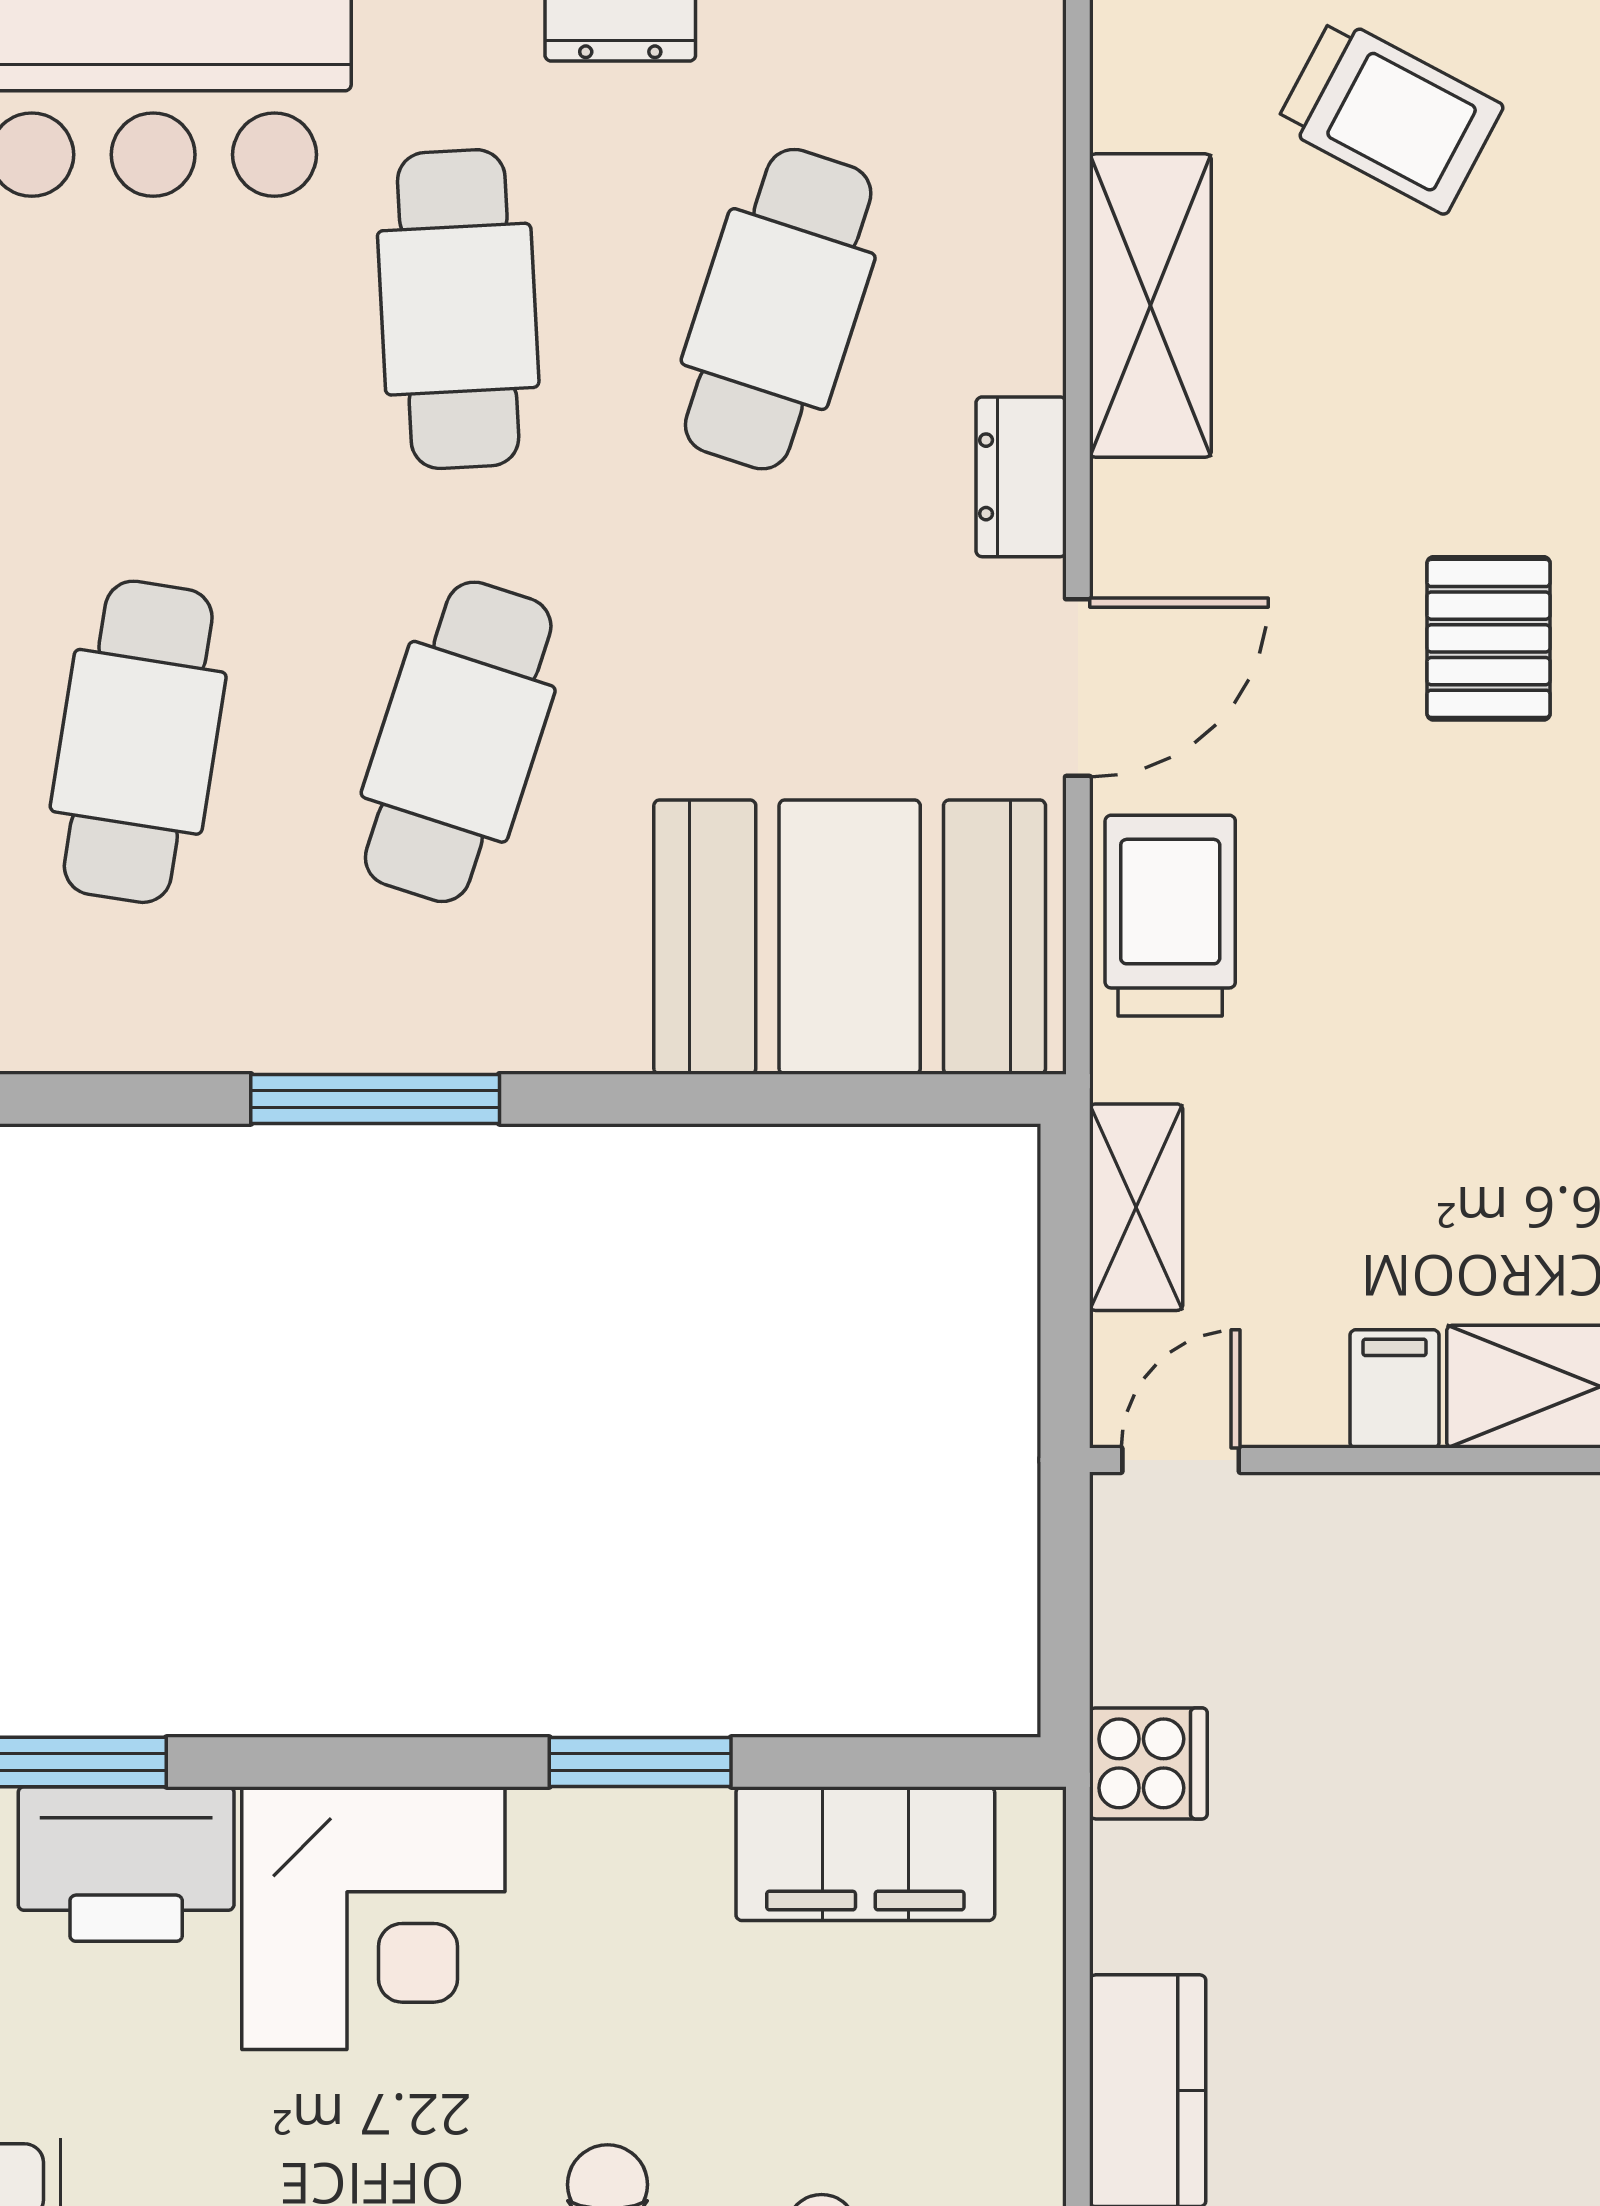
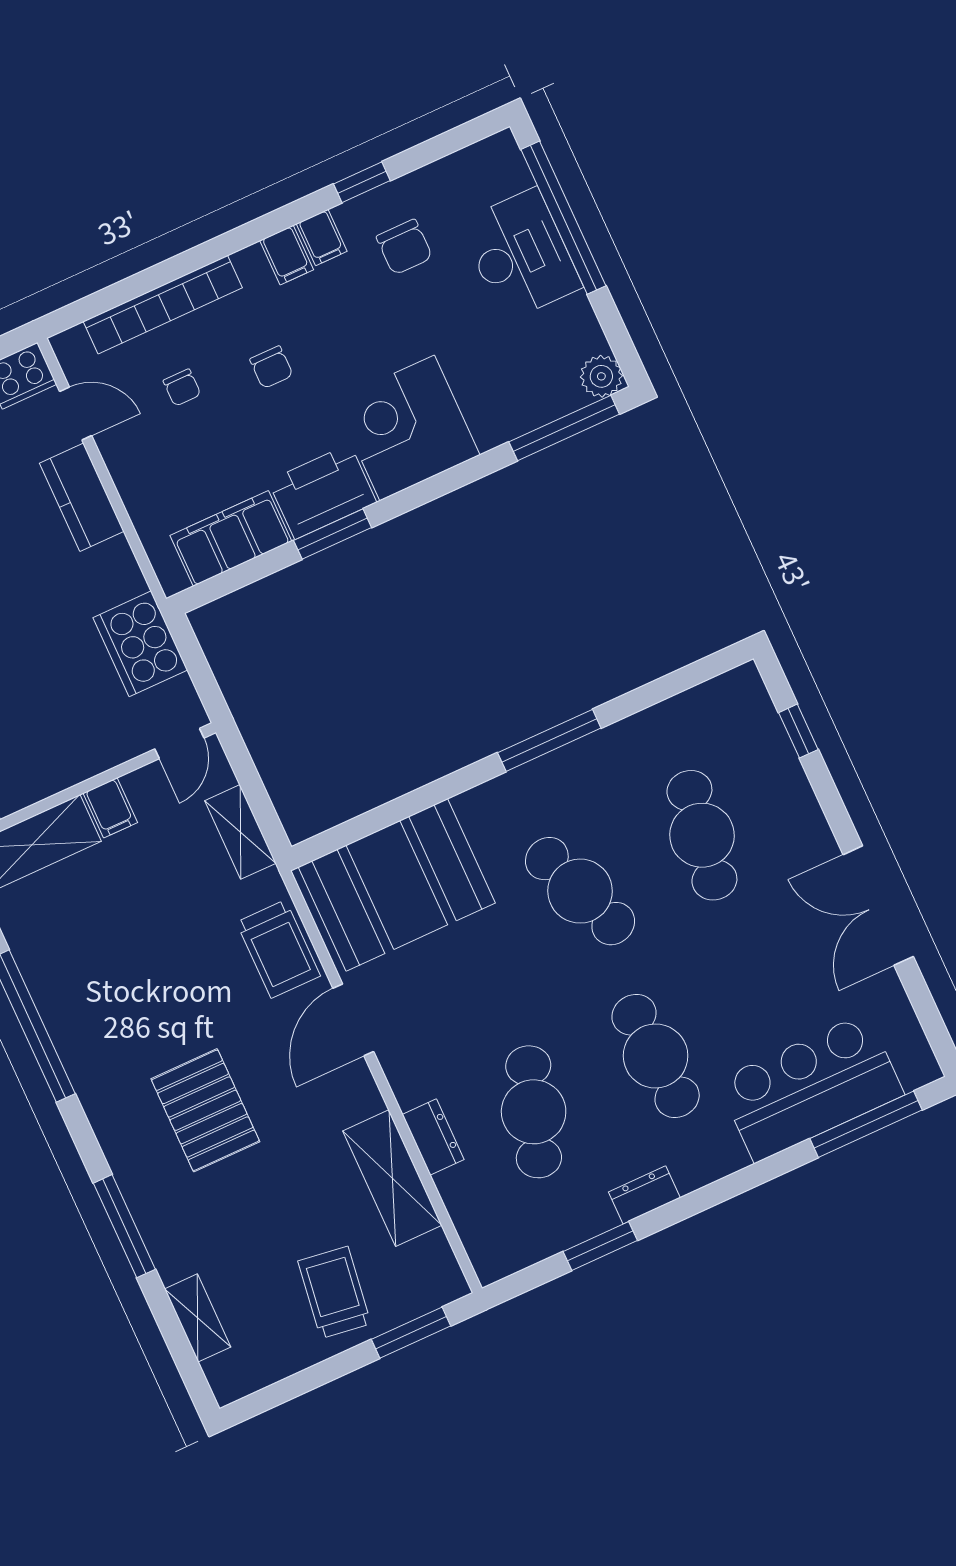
trolley: (1390, 115) -> (334, 1292), turned 70
dresser: (1021, 477) -> (433, 1137), moved
pallet: (1489, 638) -> (205, 1110), width x1.50, depth x1.42
cafe table: (458, 742) -> (580, 891), turned -39
cooker: (1148, 1763) -> (140, 644), width x1.87, depth x1.31
printer: (126, 1864) -> (322, 492), moved

